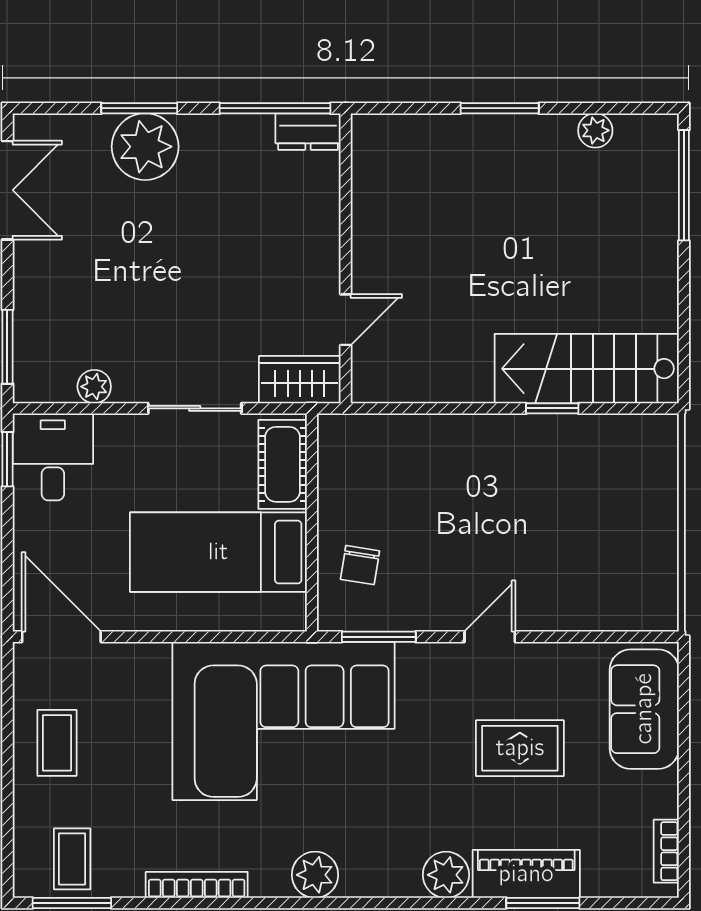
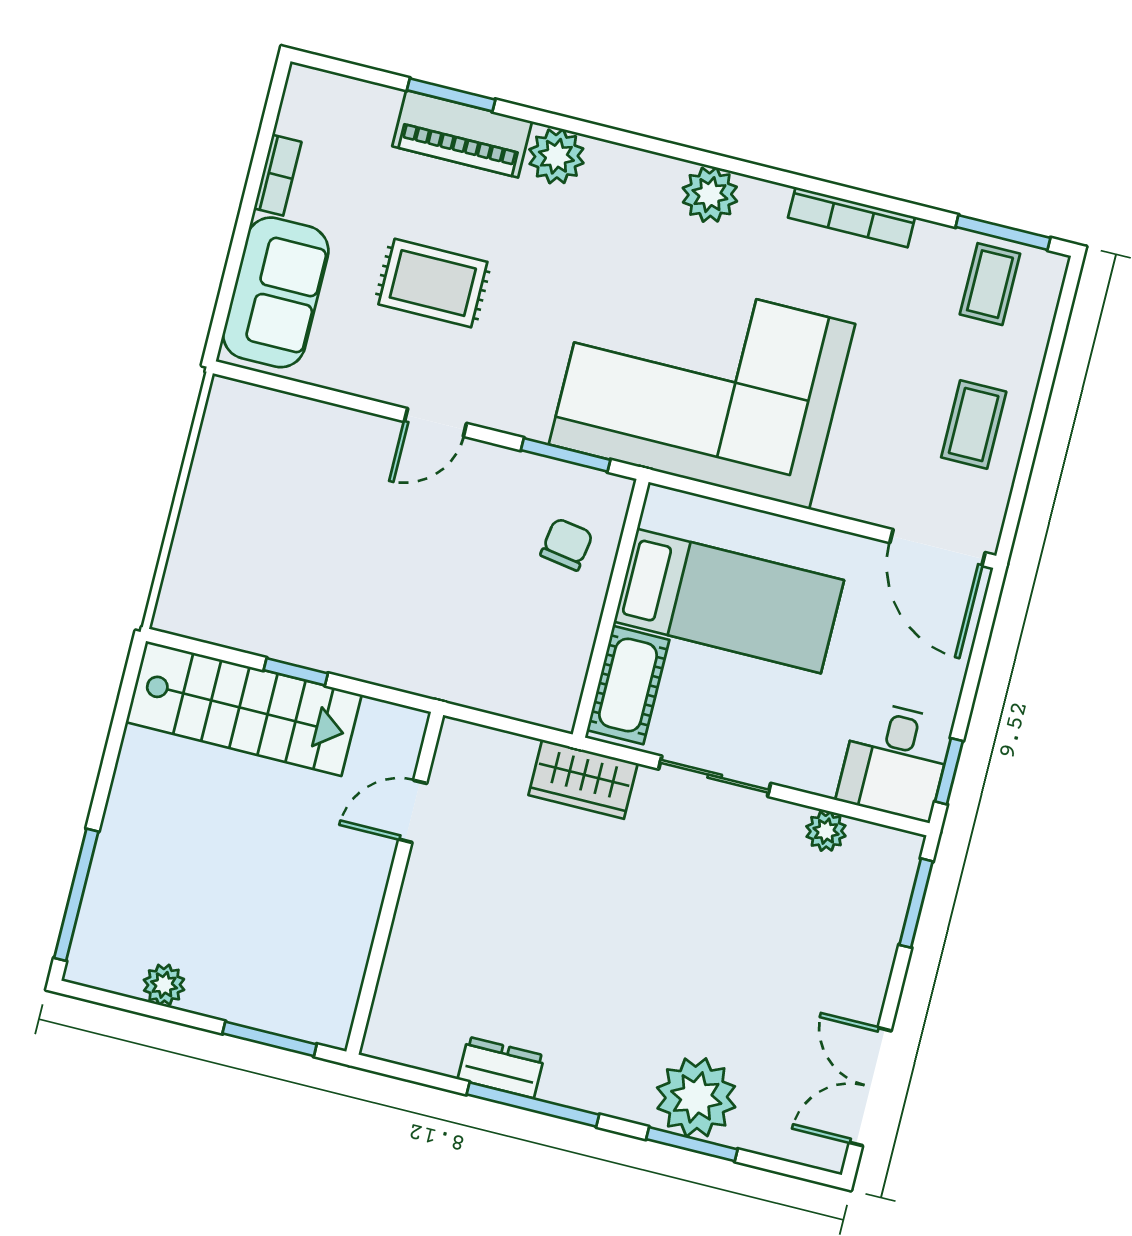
wall: (346, 258) -> (395, 883), moved
door: (346, 320) -> (413, 811), moved
bookcase: (666, 851) -> (278, 175), moved

